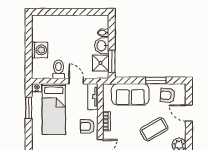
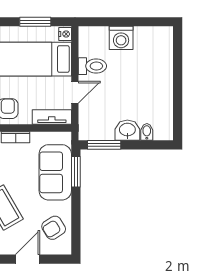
shower: (101, 63) -> (102, 128), removed
window: (156, 80) -> (76, 172), moved
armchair: (168, 95) -> (54, 228), turned -127

